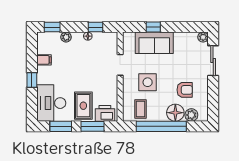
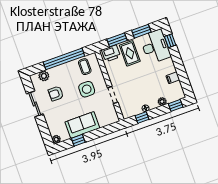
window: (153, 27) -> (78, 140), moved
sofa: (154, 43) -> (82, 125), moved
sliding door: (213, 61) -> (35, 104), moved
window: (32, 80) -> (170, 41), moved
floor lamp: (175, 113) -> (57, 73), removed

